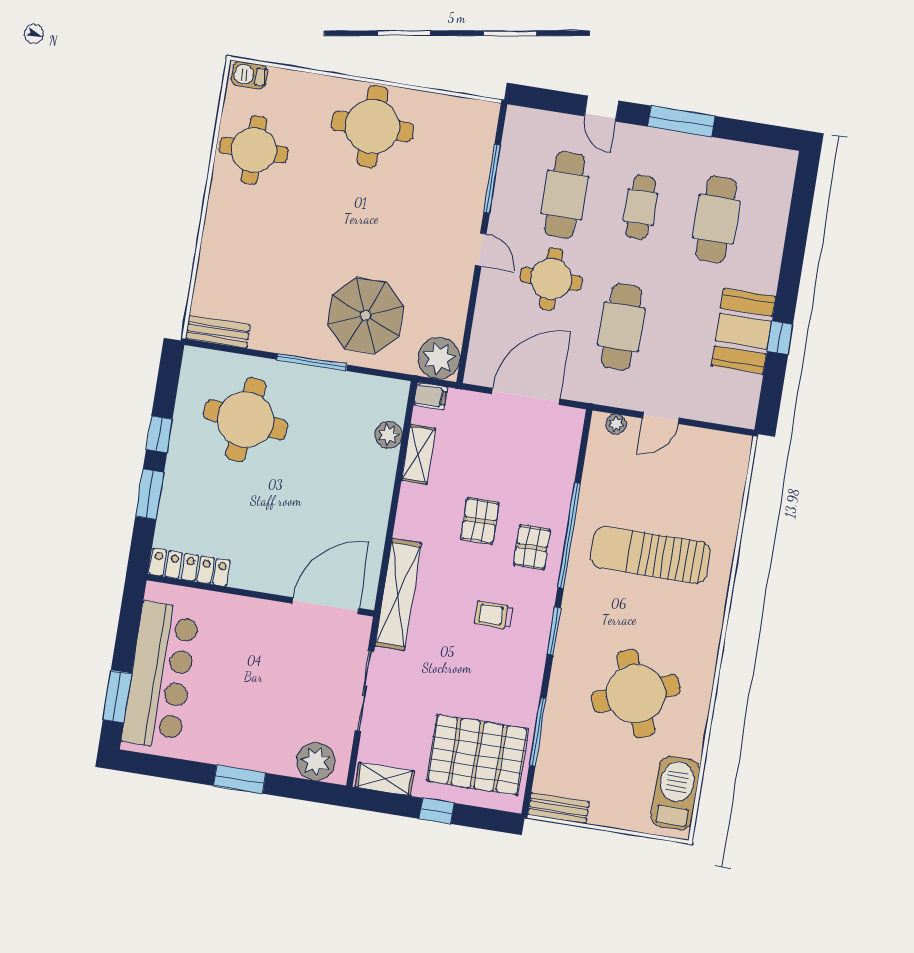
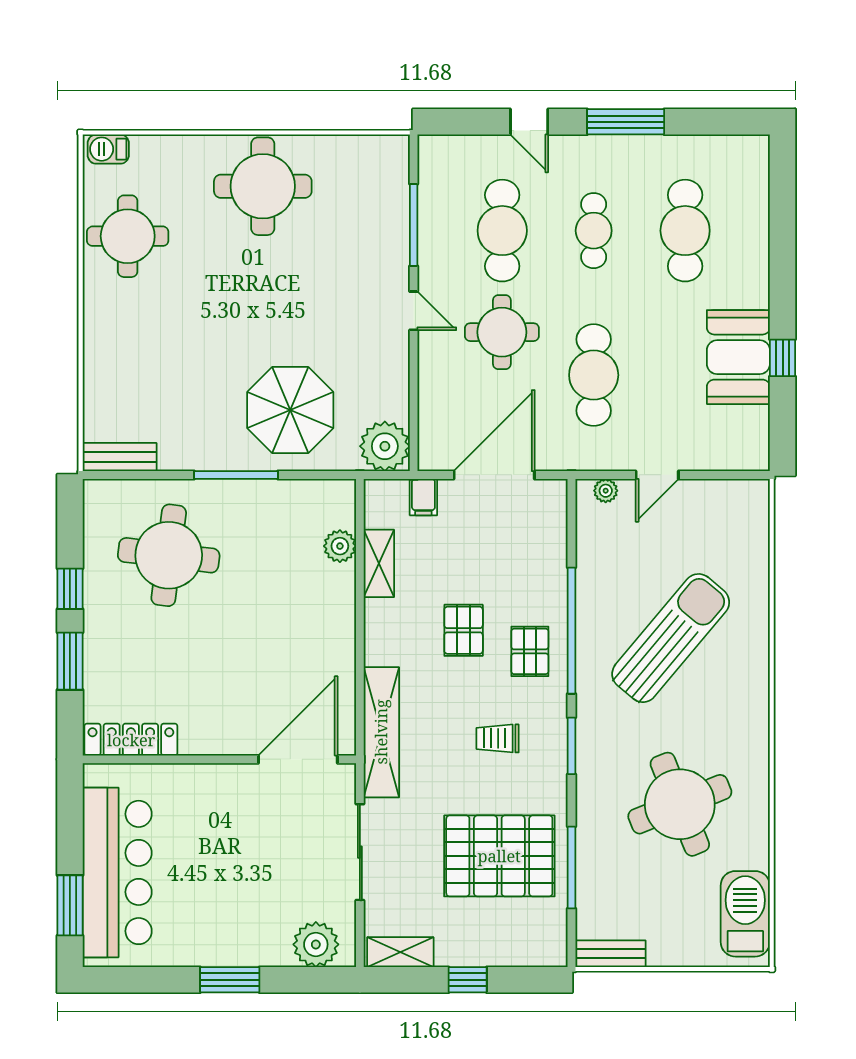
filing cabinet: (430, 396) -> (423, 497), moved, turned 90
sun lounger: (650, 555) -> (671, 638), turned 130
pallet: (477, 755) -> (499, 856), moved

